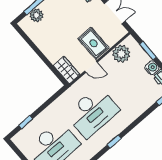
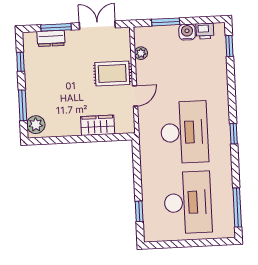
plant: (36, 15) -> (36, 125), moved
plant: (121, 54) -> (141, 53), width x0.53, depth x0.53
wardrobe: (67, 70) -> (98, 125), moved

